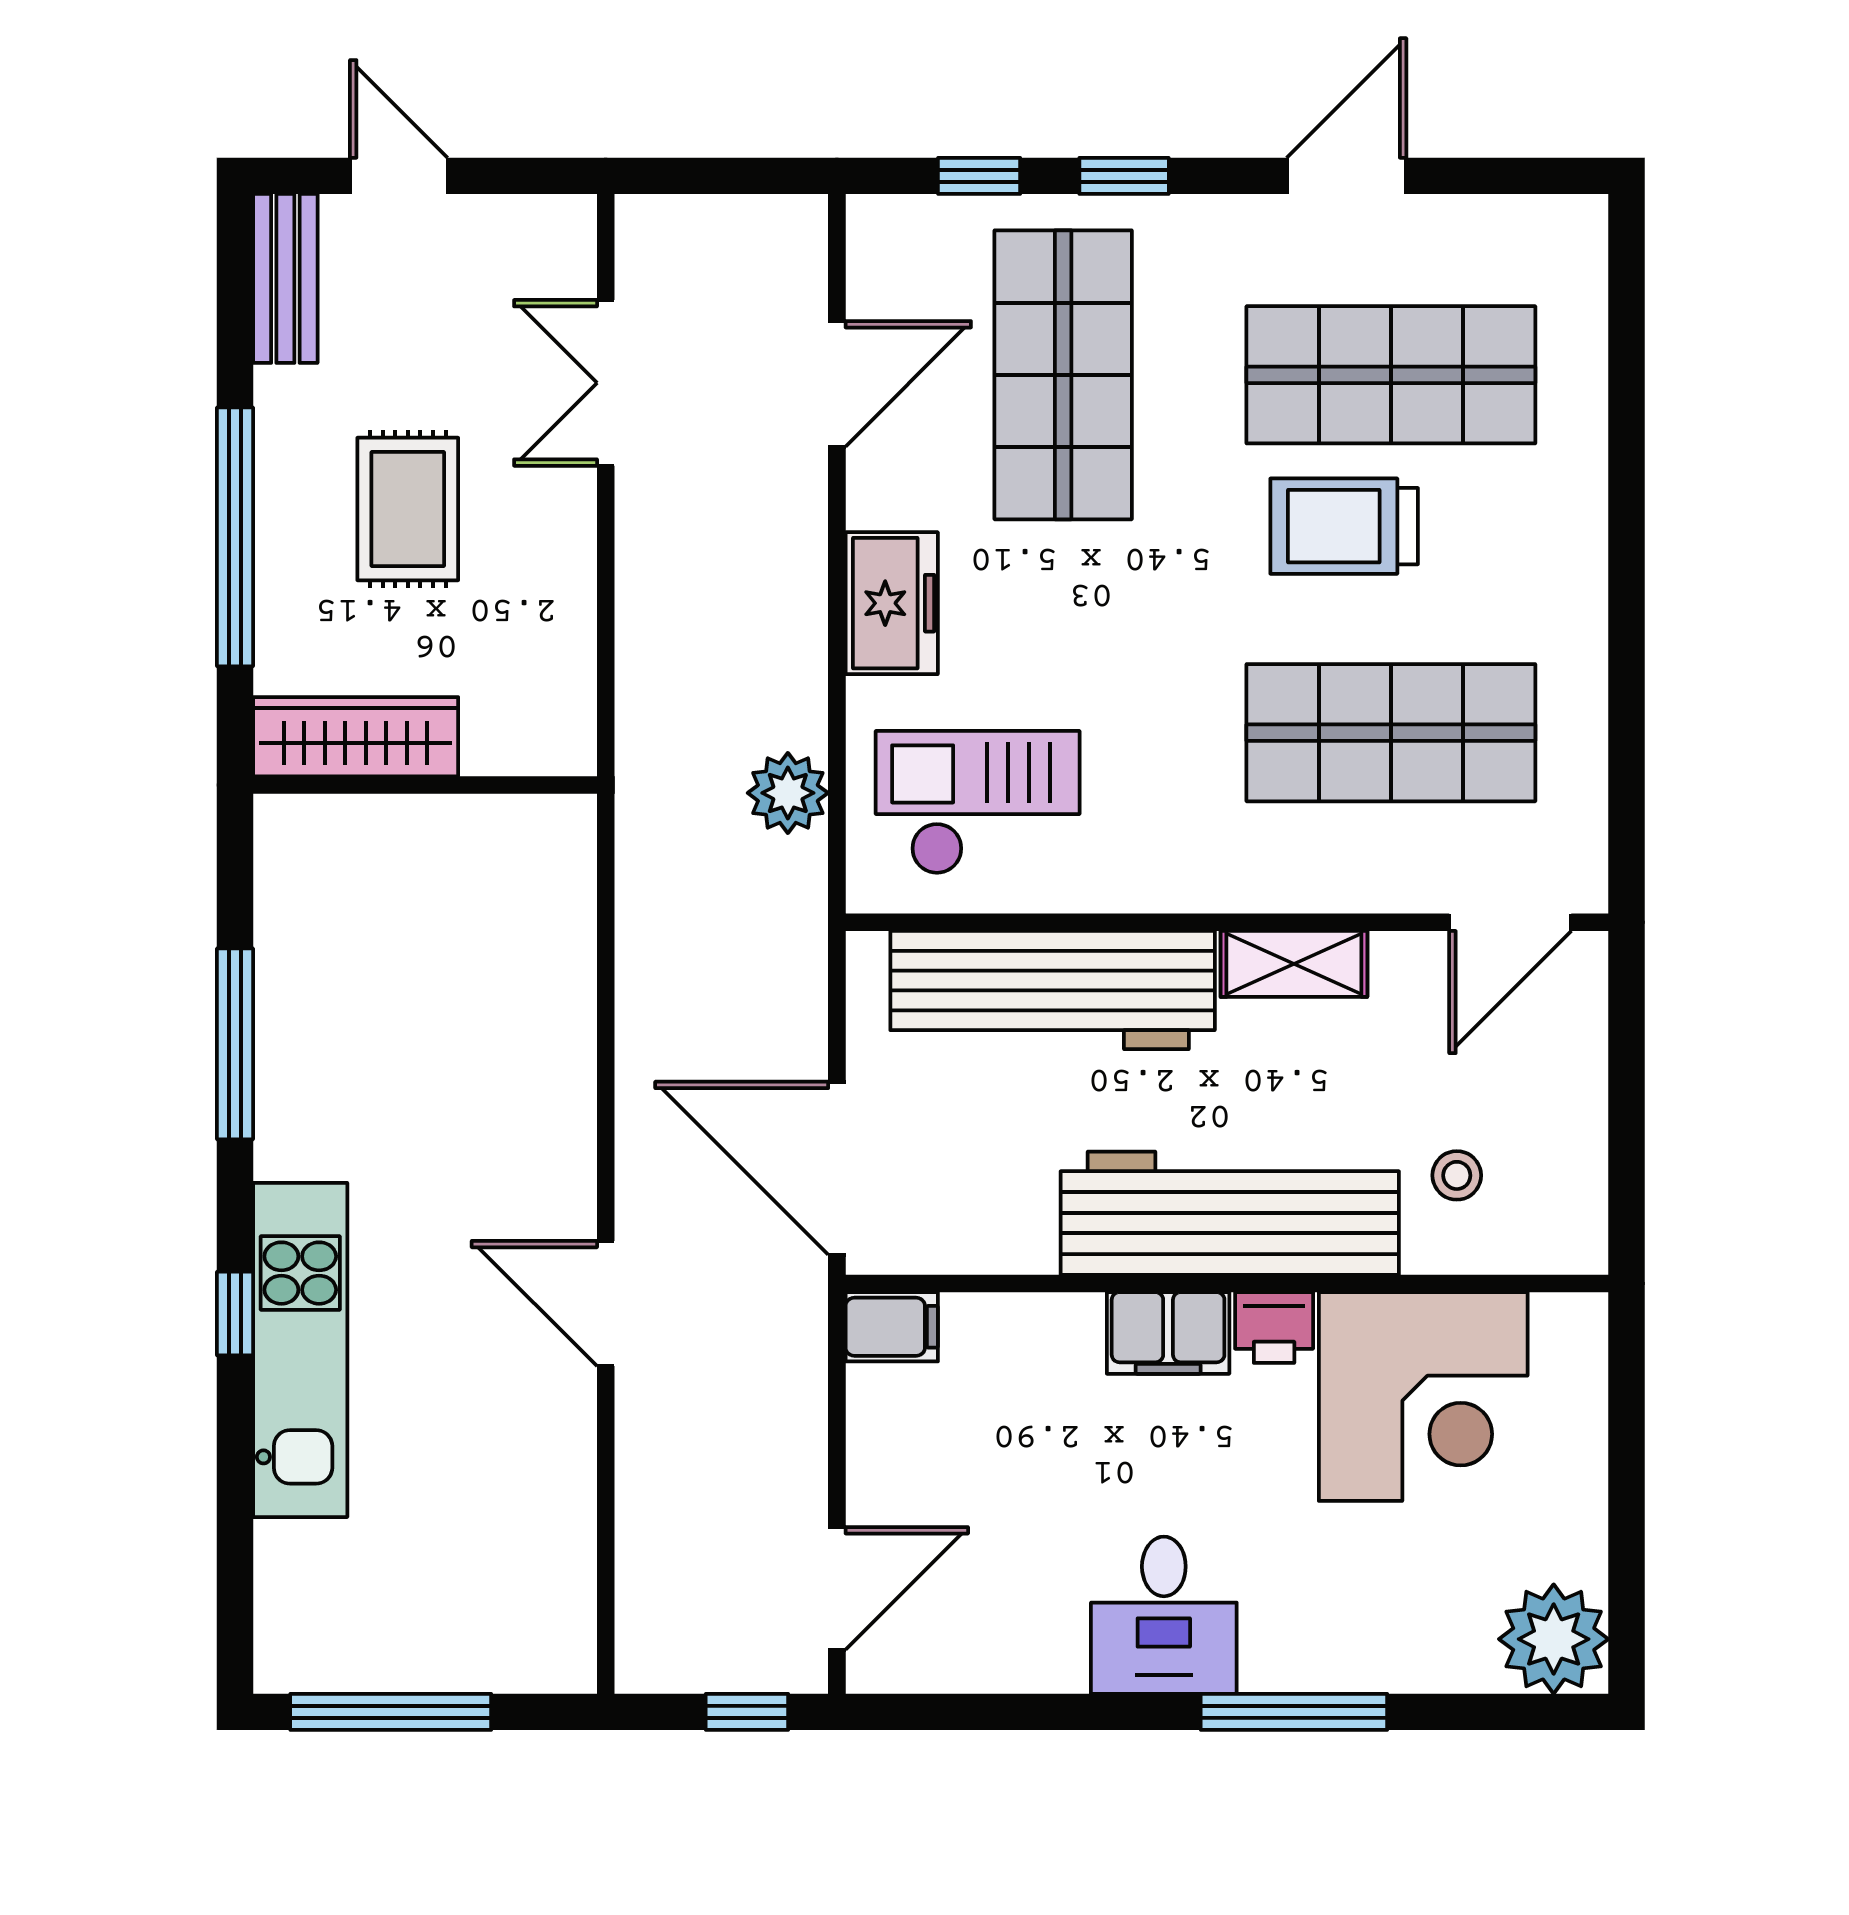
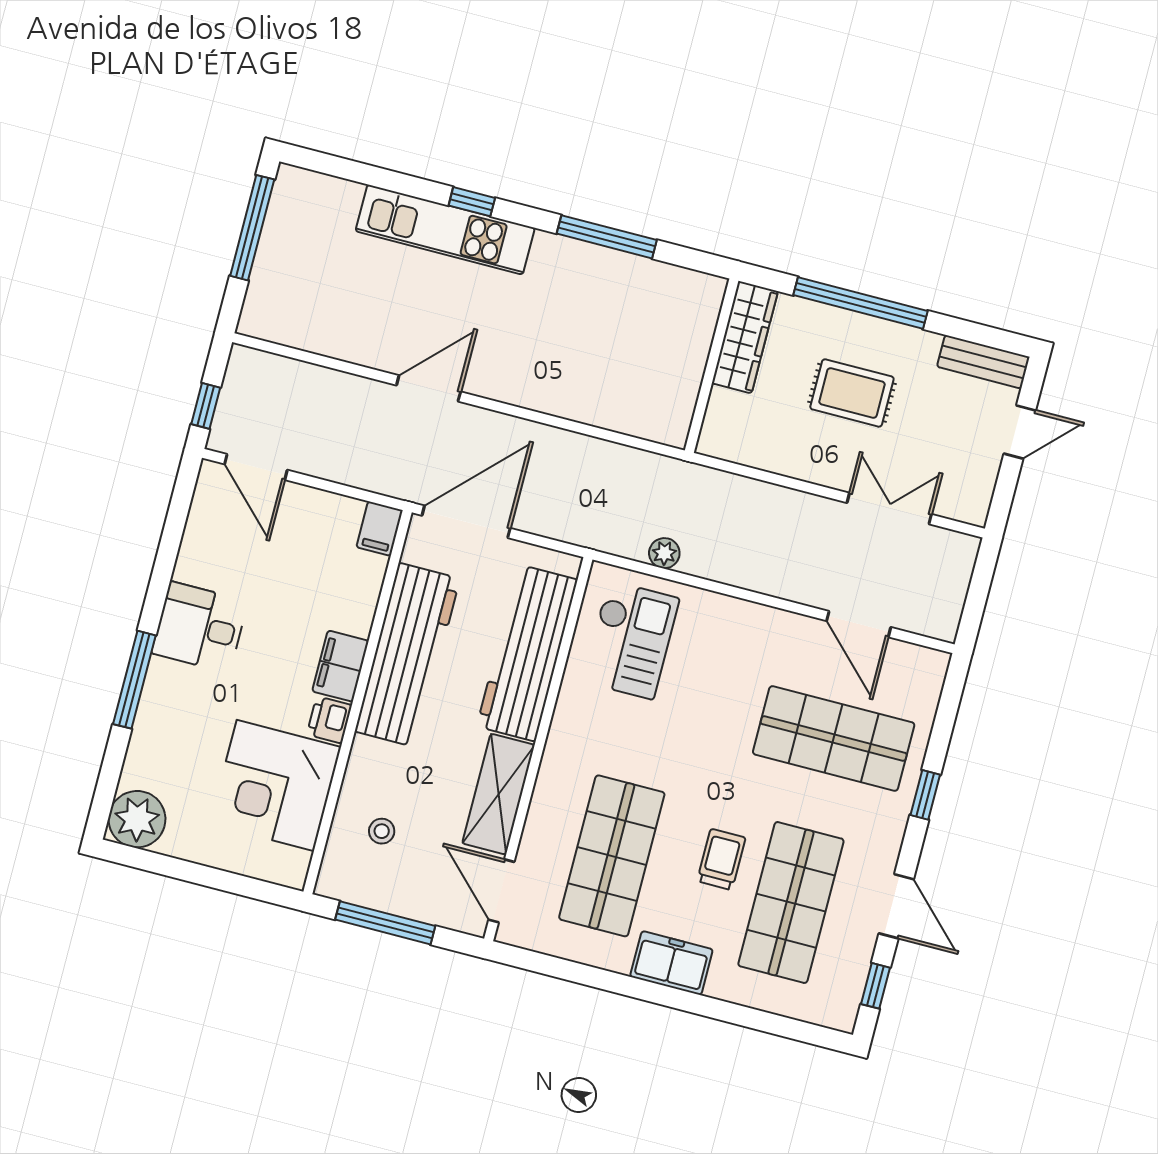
window: (979, 176) -> (876, 986), moved
trolley: (1344, 526) -> (721, 859), width x0.73, depth x0.72
freezer: (892, 603) -> (671, 963), moved, turned 180
plant: (788, 793) -> (664, 553), width x0.73, depth x0.73
shelving: (1294, 964) -> (498, 794), width x1.50, depth x1.33
window: (1627, 1124) -> (385, 923), added
workbench: (1230, 1213) -> (407, 655), moved

